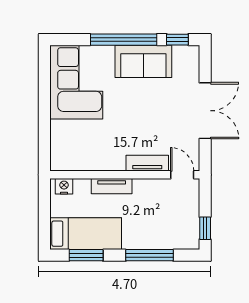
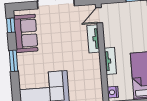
window: (124, 40) -> (14, 61), width x0.47
sofa: (143, 61) -> (26, 33), moved

